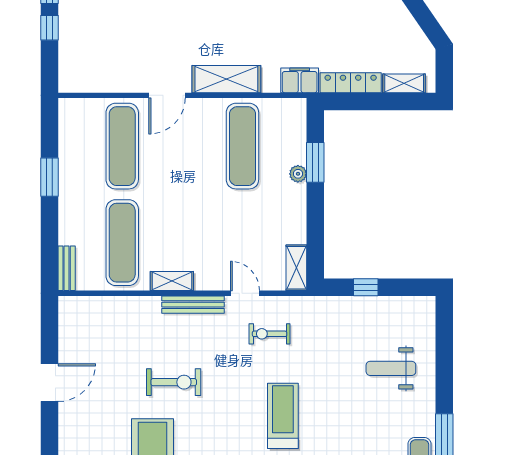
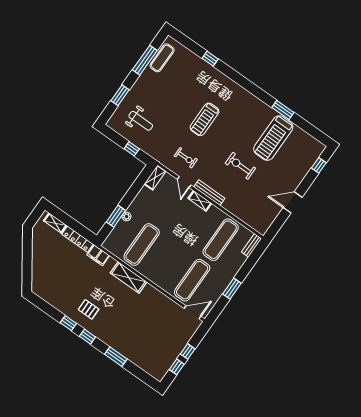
door: (167, 95) -> (193, 312), moved
shelving: (172, 281) -> (200, 201), moved
window: (444, 359) -> (120, 95), added
weight bench: (391, 368) -> (141, 121), moved

